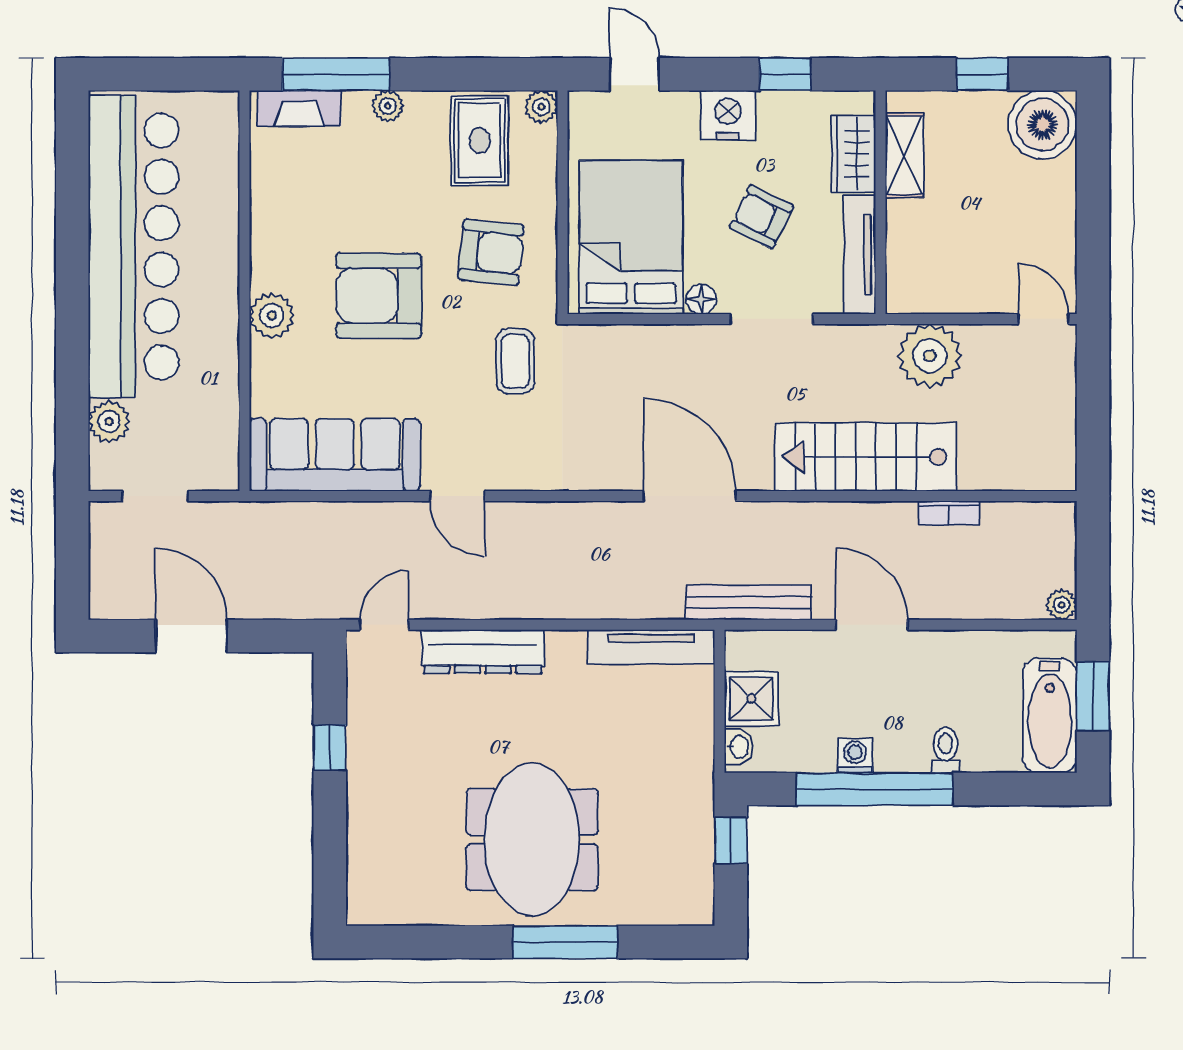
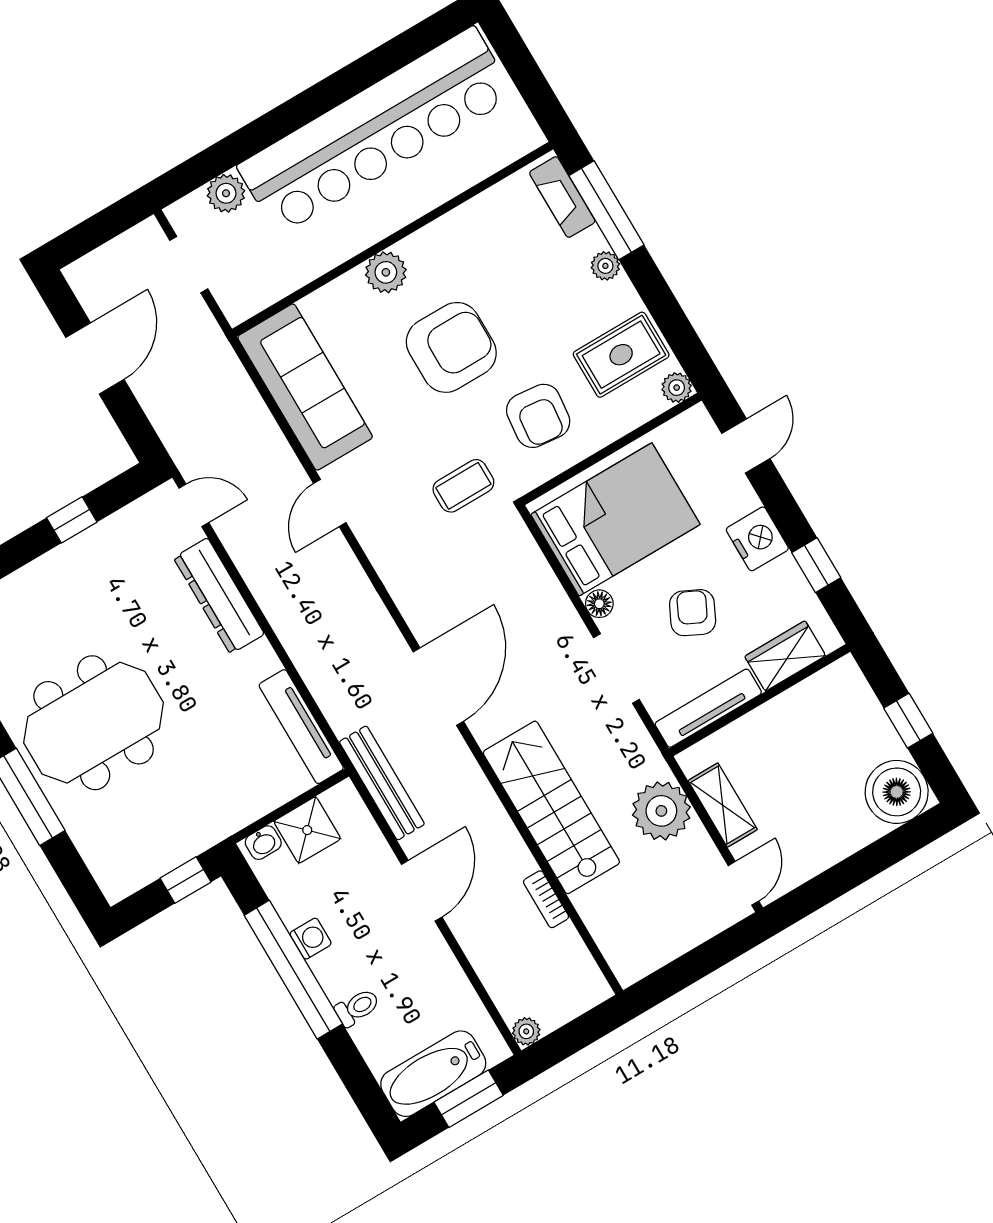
shelving: (904, 155) -> (723, 805), moved, turned 90
armchair: (379, 296) -> (451, 347), turned 90

